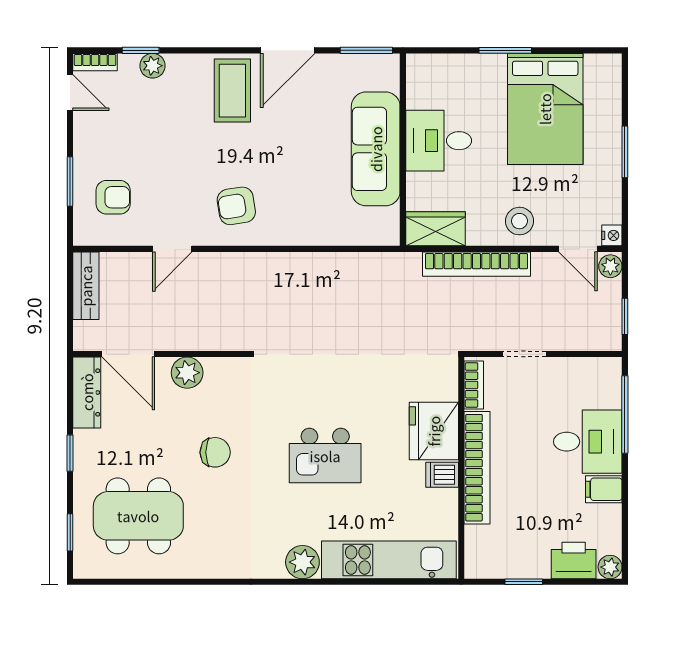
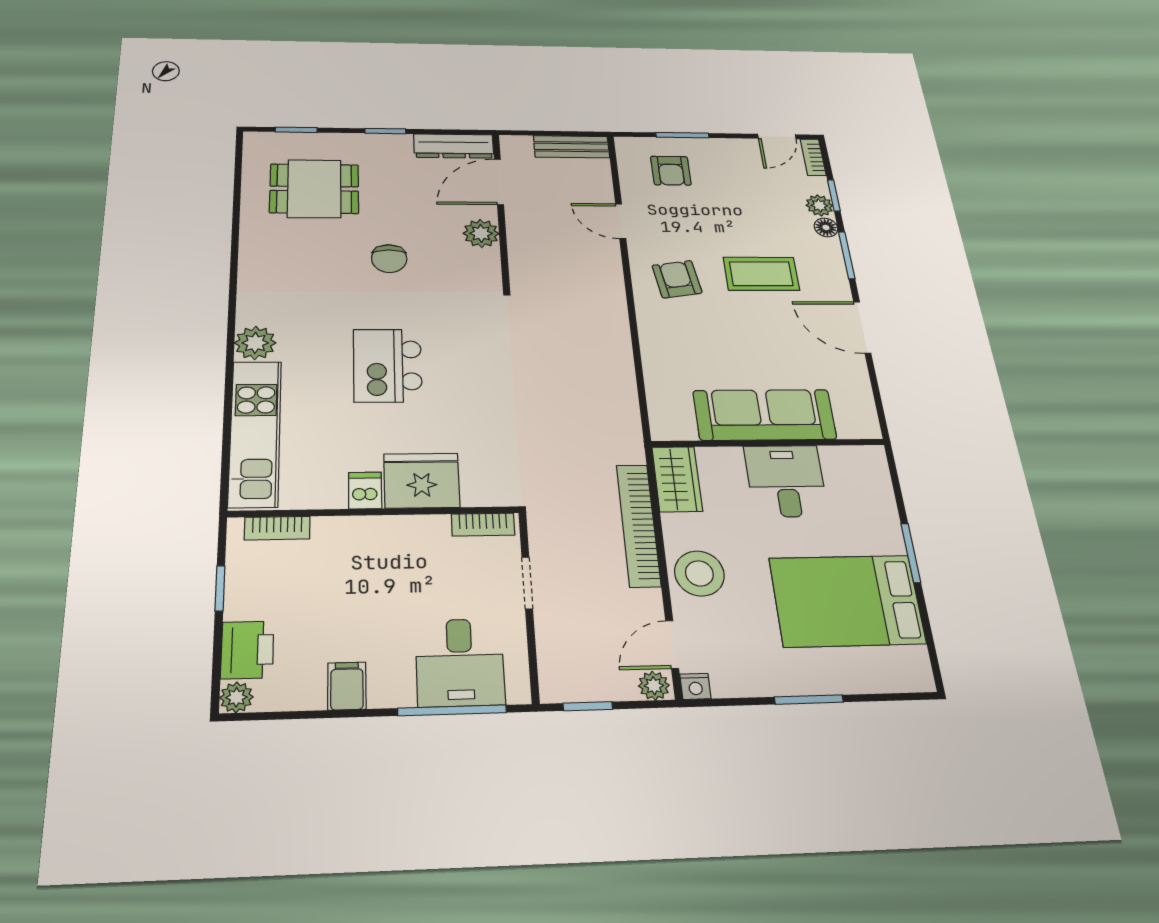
window: (366, 50) -> (847, 255), moved
floor lamp: (178, 64) -> (826, 227), added
coffee table: (232, 91) -> (761, 274), moved
stool: (519, 221) -> (699, 573), width x1.38, depth x1.38
desk: (588, 442) -> (460, 662), moved
bookcase: (477, 468) -> (277, 528), moved, width x0.43, depth x0.76
dining table: (138, 516) -> (314, 189), width x0.73

